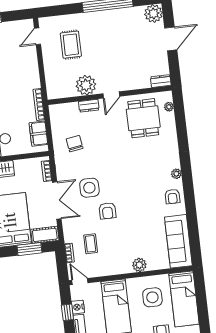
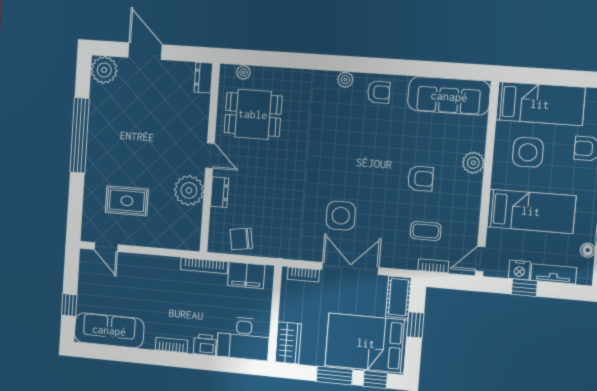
chair: (75, 144) -> (241, 239), moved
armchair: (107, 211) -> (420, 179), moved
window: (29, 249) -> (415, 325), width x0.67

